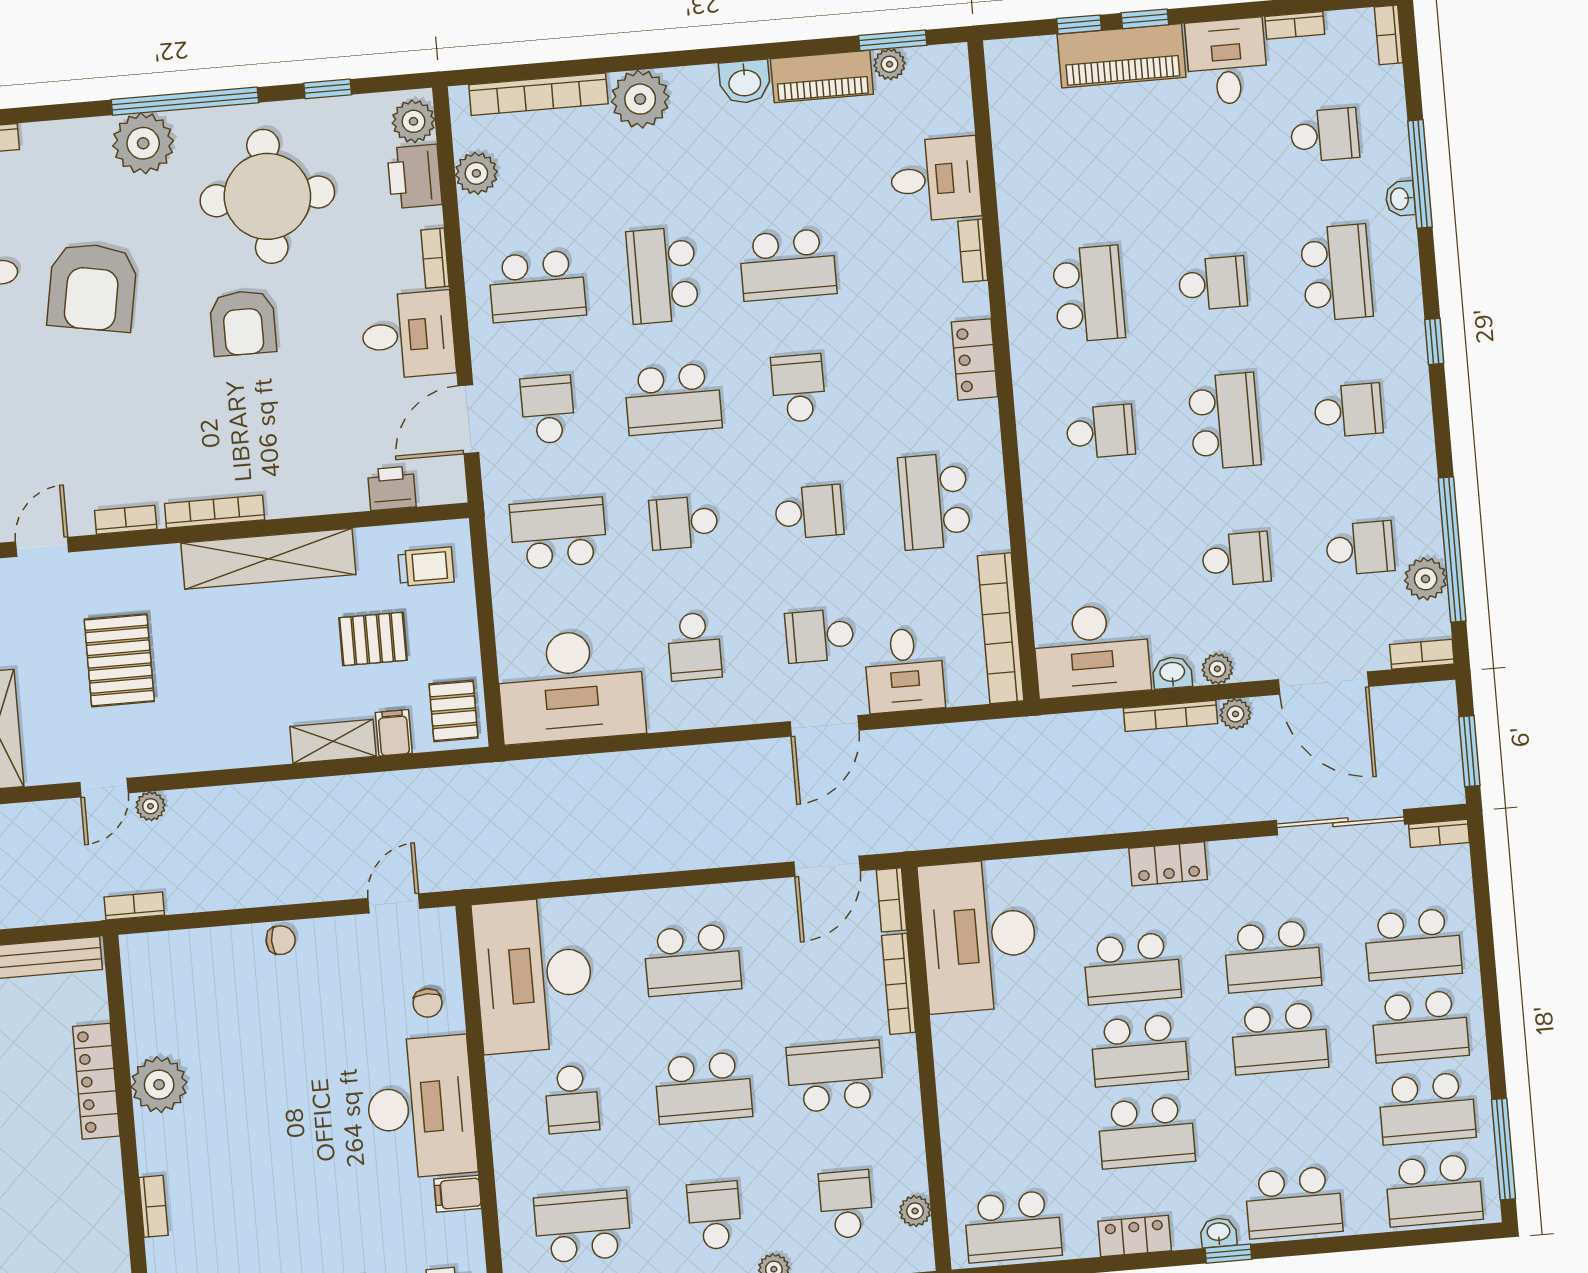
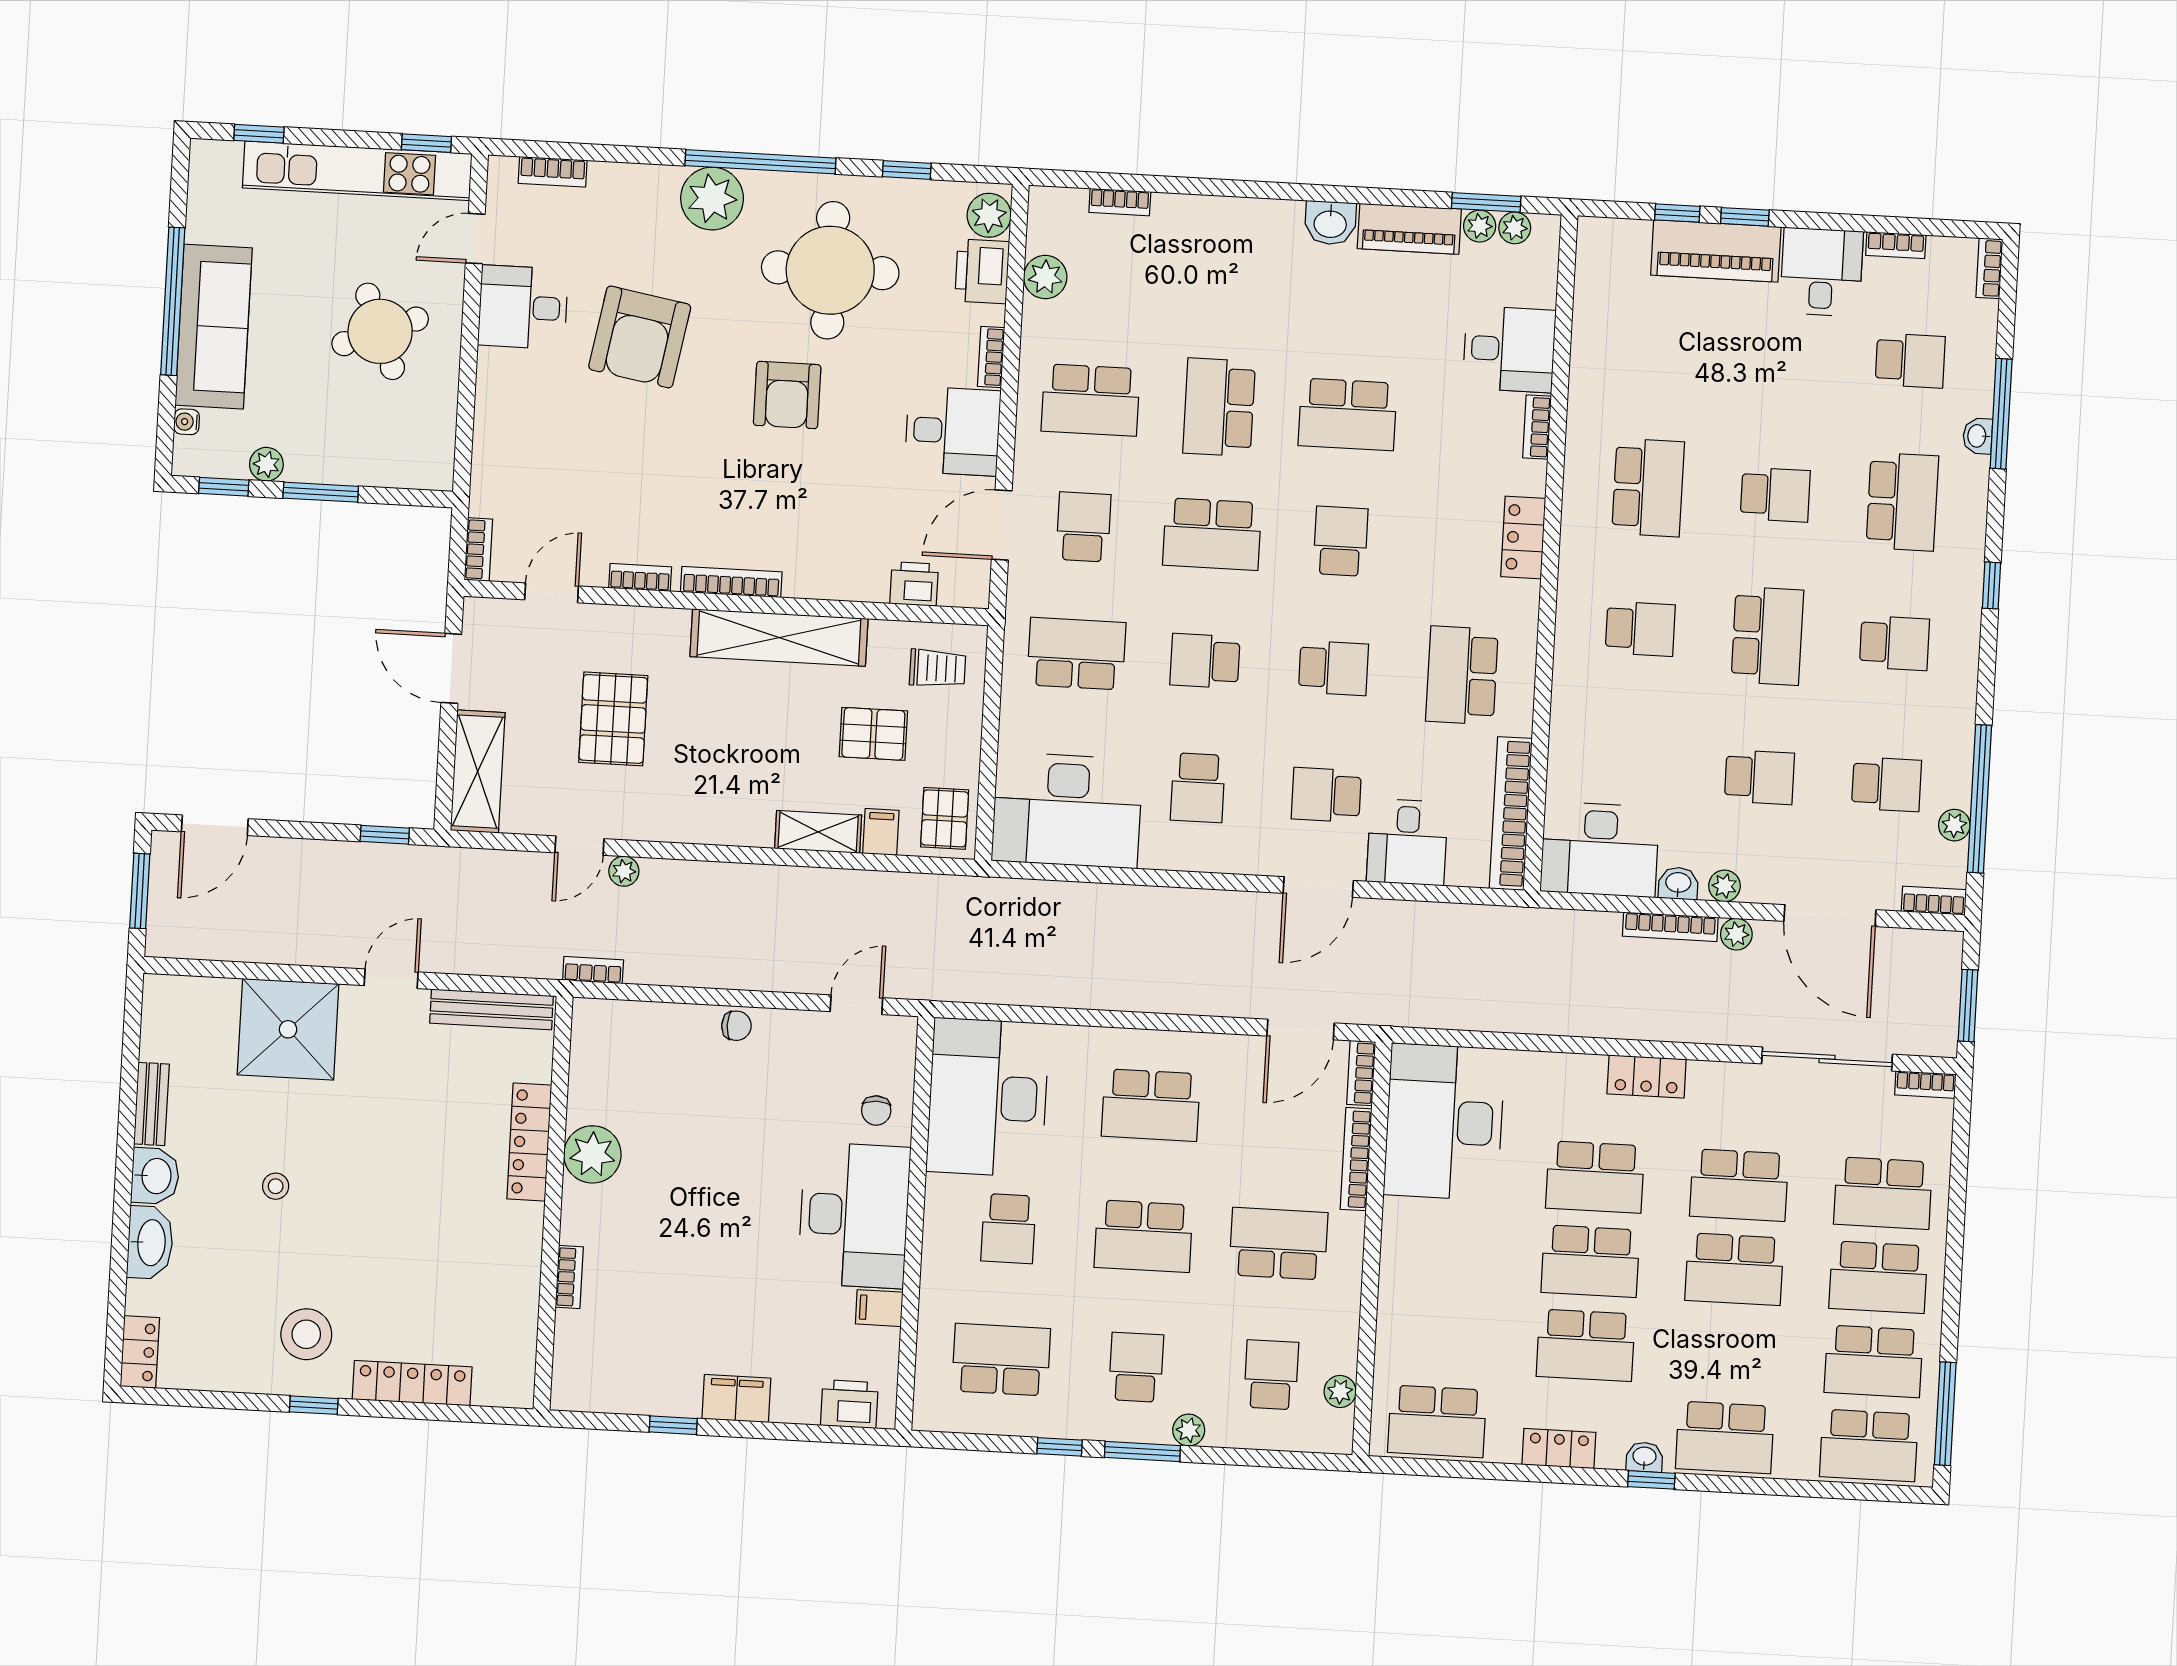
bookcase: (538, 94) -> (1120, 202), width x0.43, depth x0.76
plant: (640, 99) -> (1515, 228), moved, width x0.53, depth x0.53
plant: (1426, 579) -> (1954, 825), width x0.73, depth x0.73

